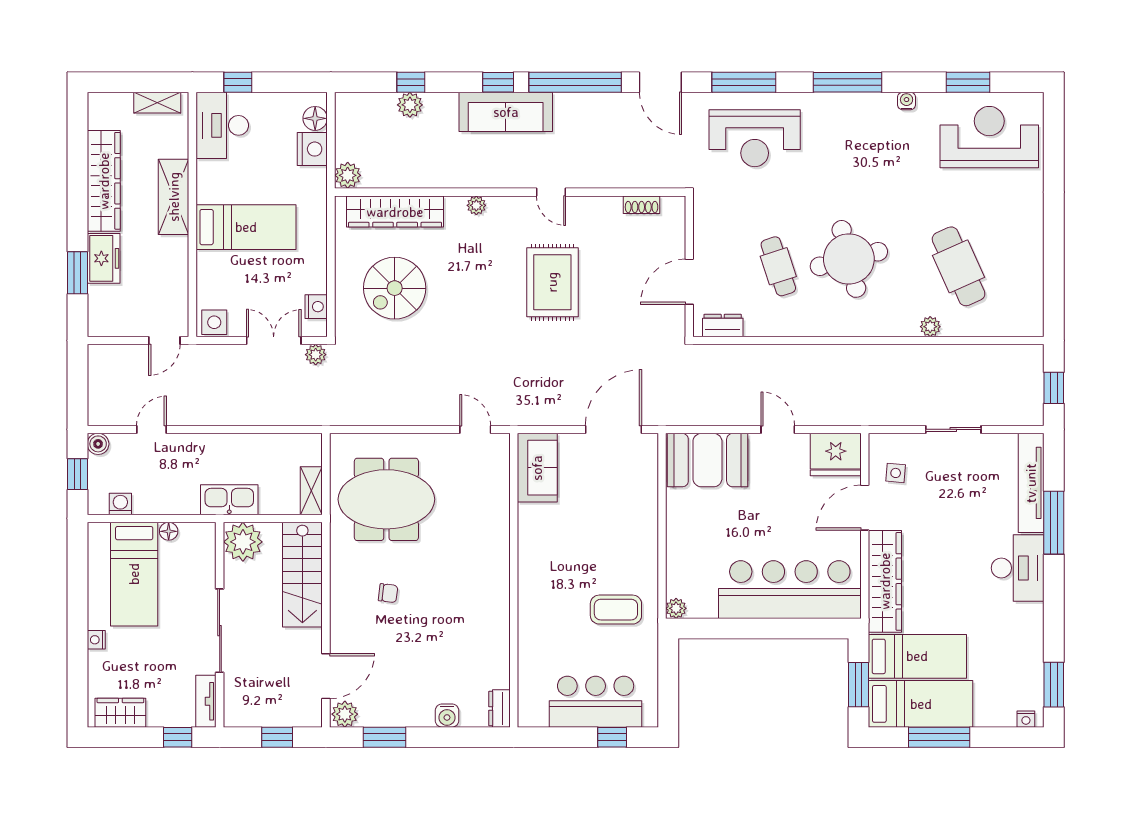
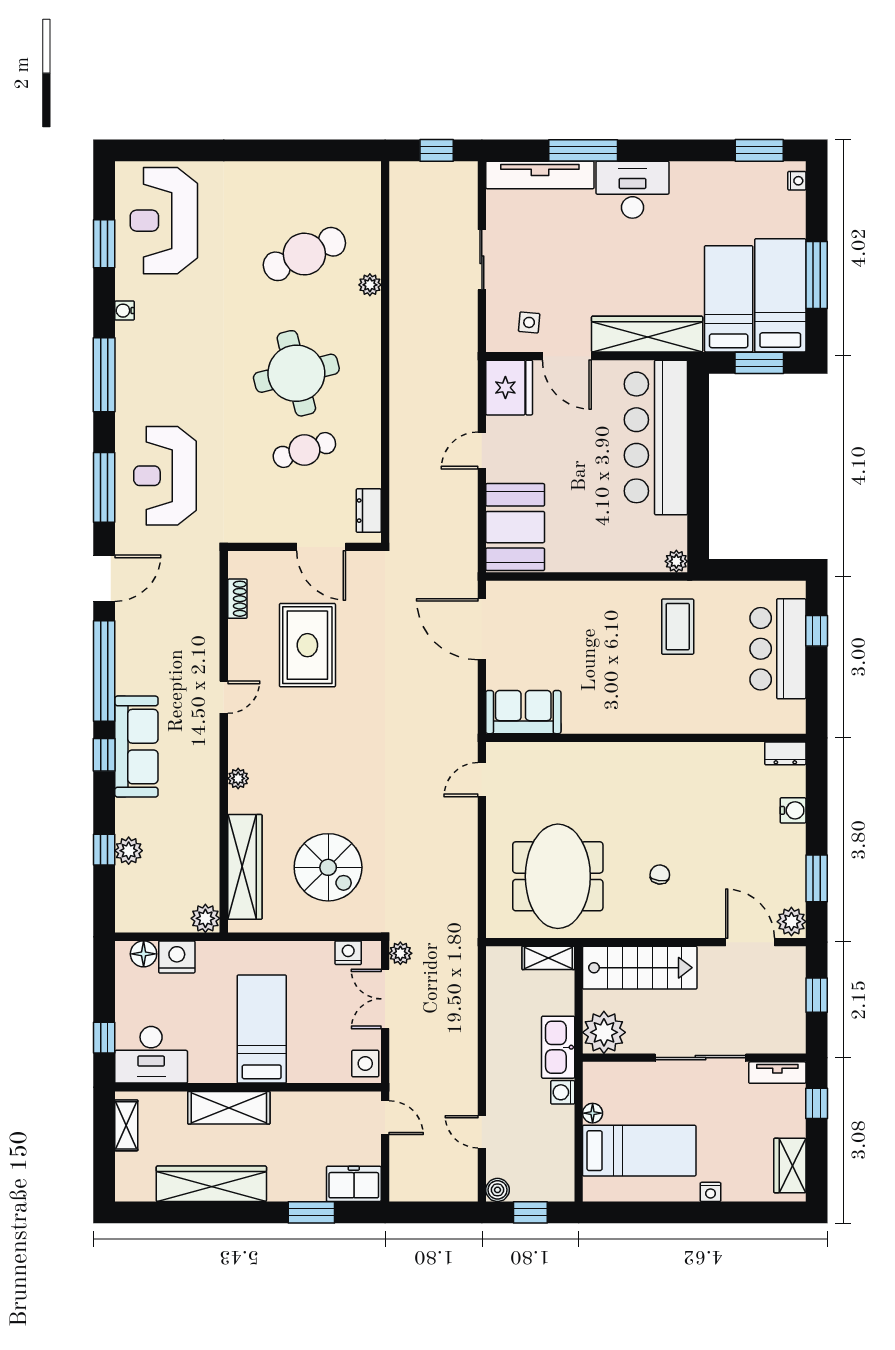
reception desk: (755, 138) -> (165, 476), turned 180
freezer: (104, 258) -> (354, 1184), moved
rug: (552, 282) -> (307, 645), moved, turned 90
washing machine: (120, 504) -> (563, 1092), moved

